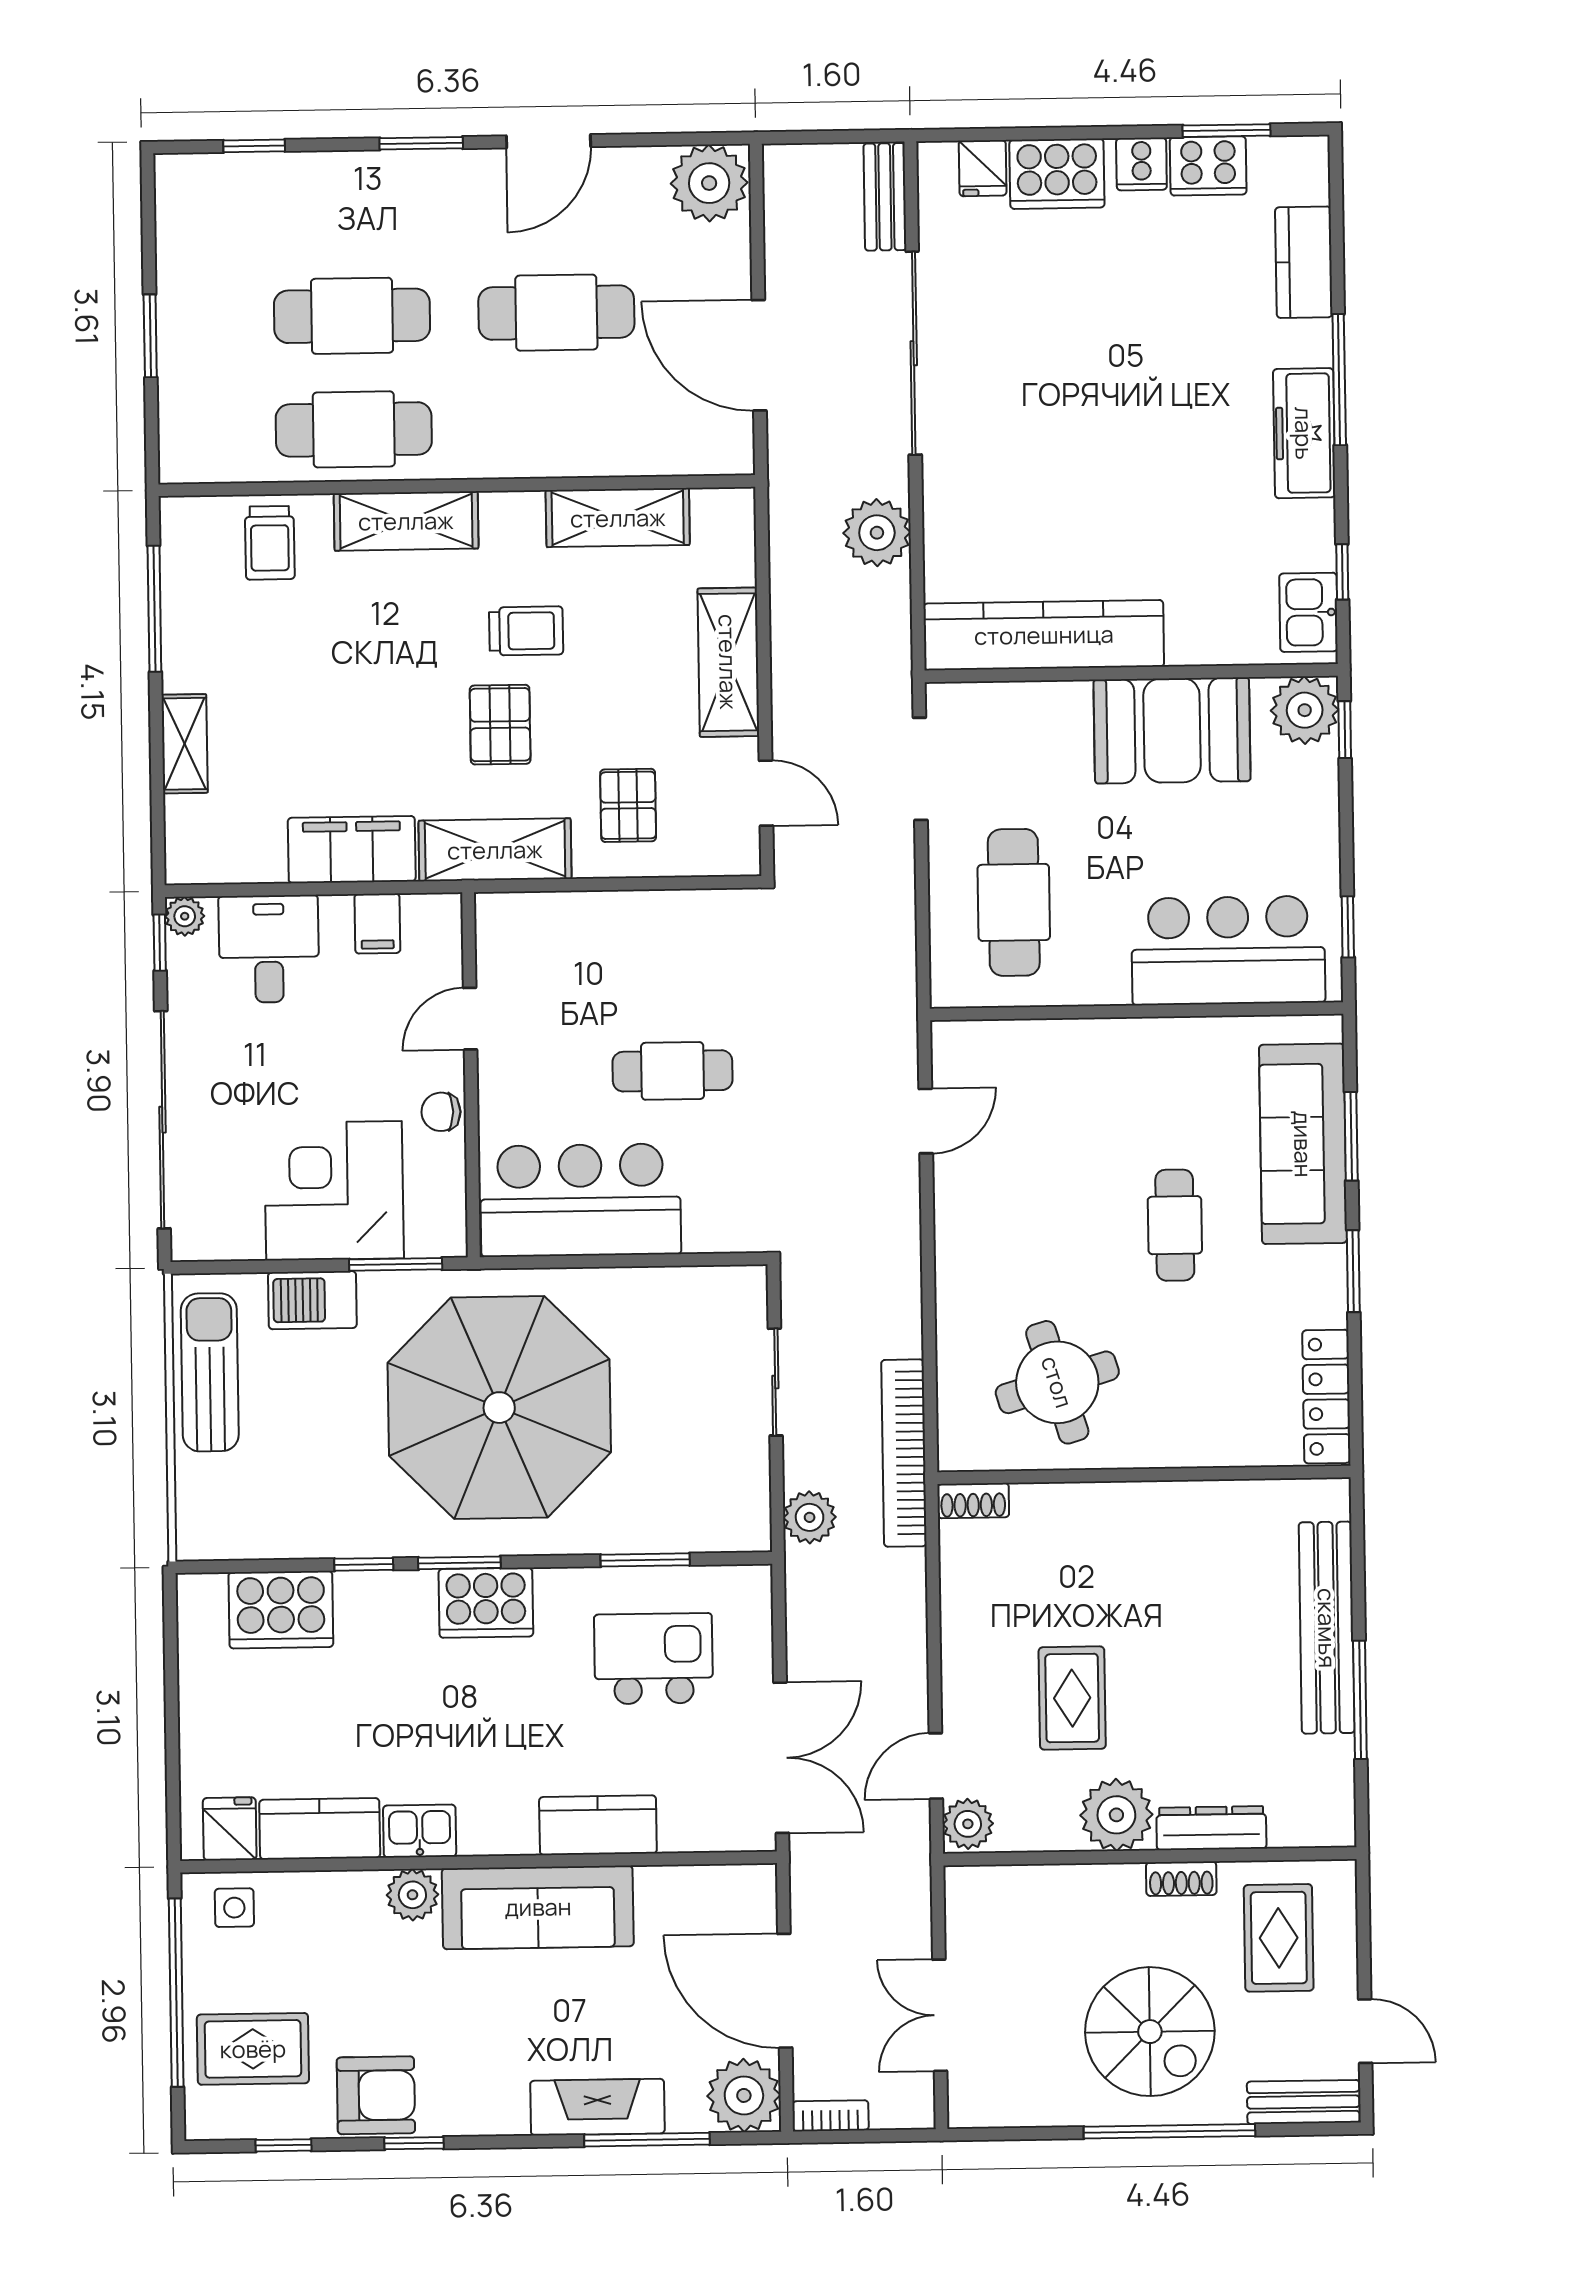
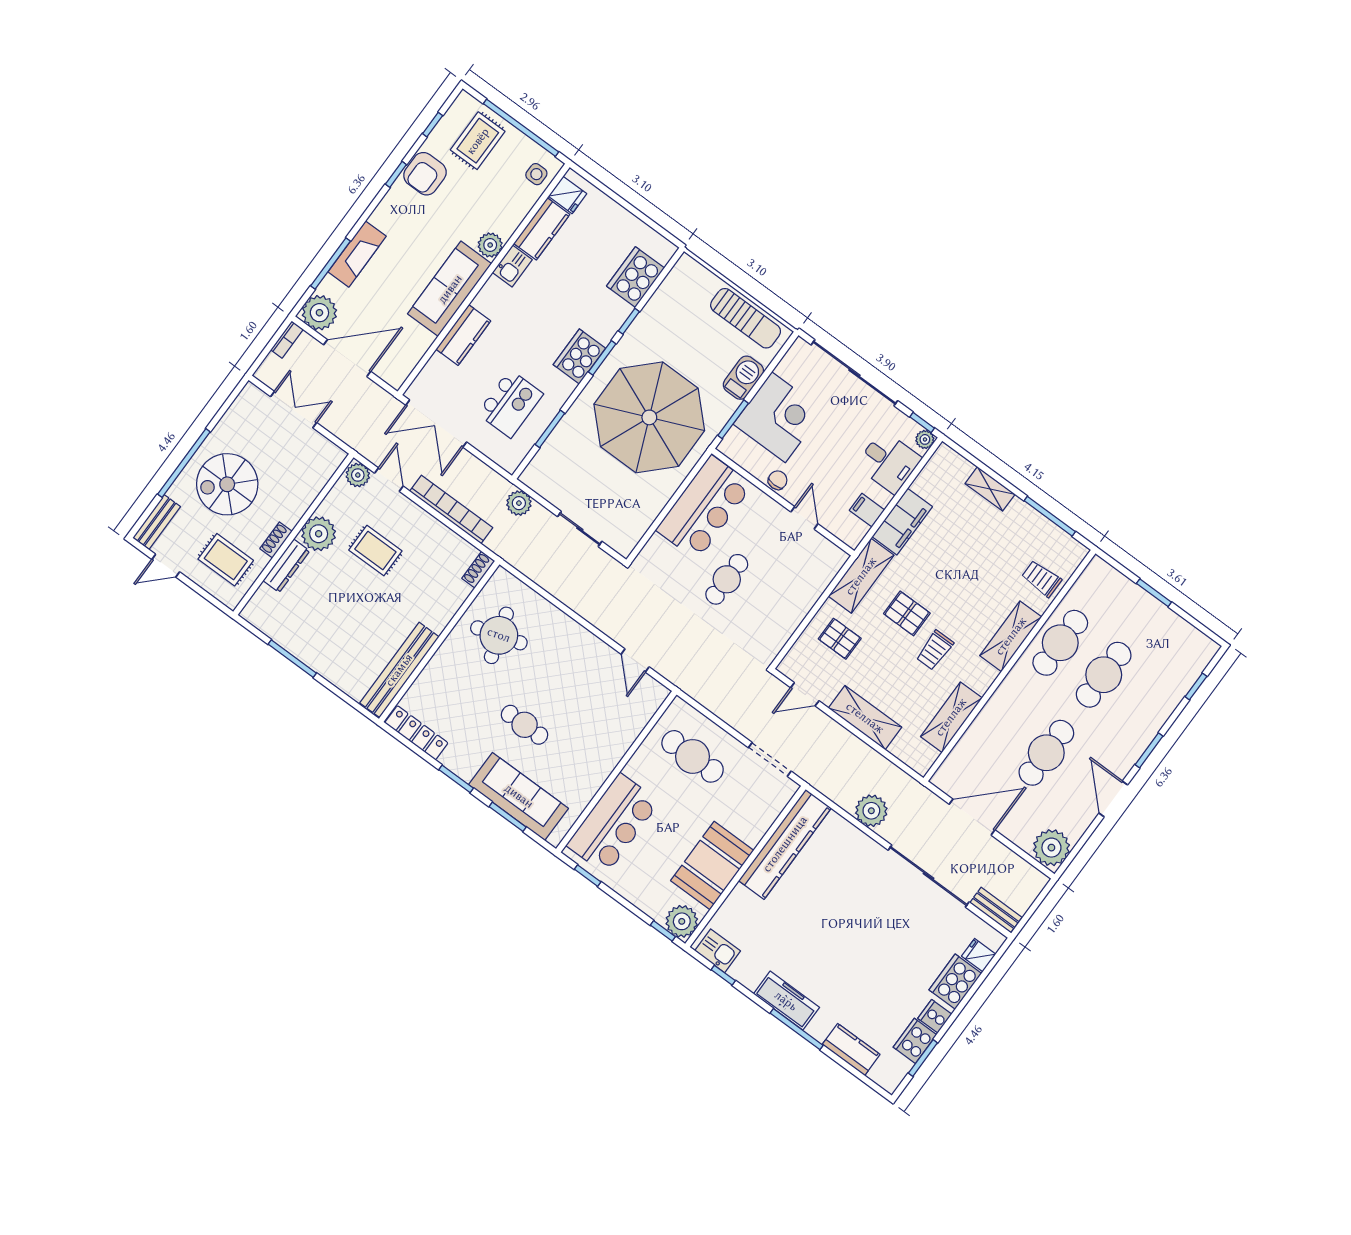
bookcase: (904, 1453) -> (451, 509), moved
bench: (1327, 1628) -> (399, 670), moved, turned 90

